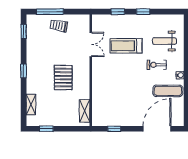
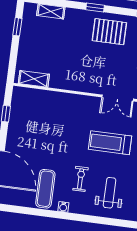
treadmill: (126, 46) -> (110, 143), turned -90
pallet: (63, 78) -> (109, 32), moved

